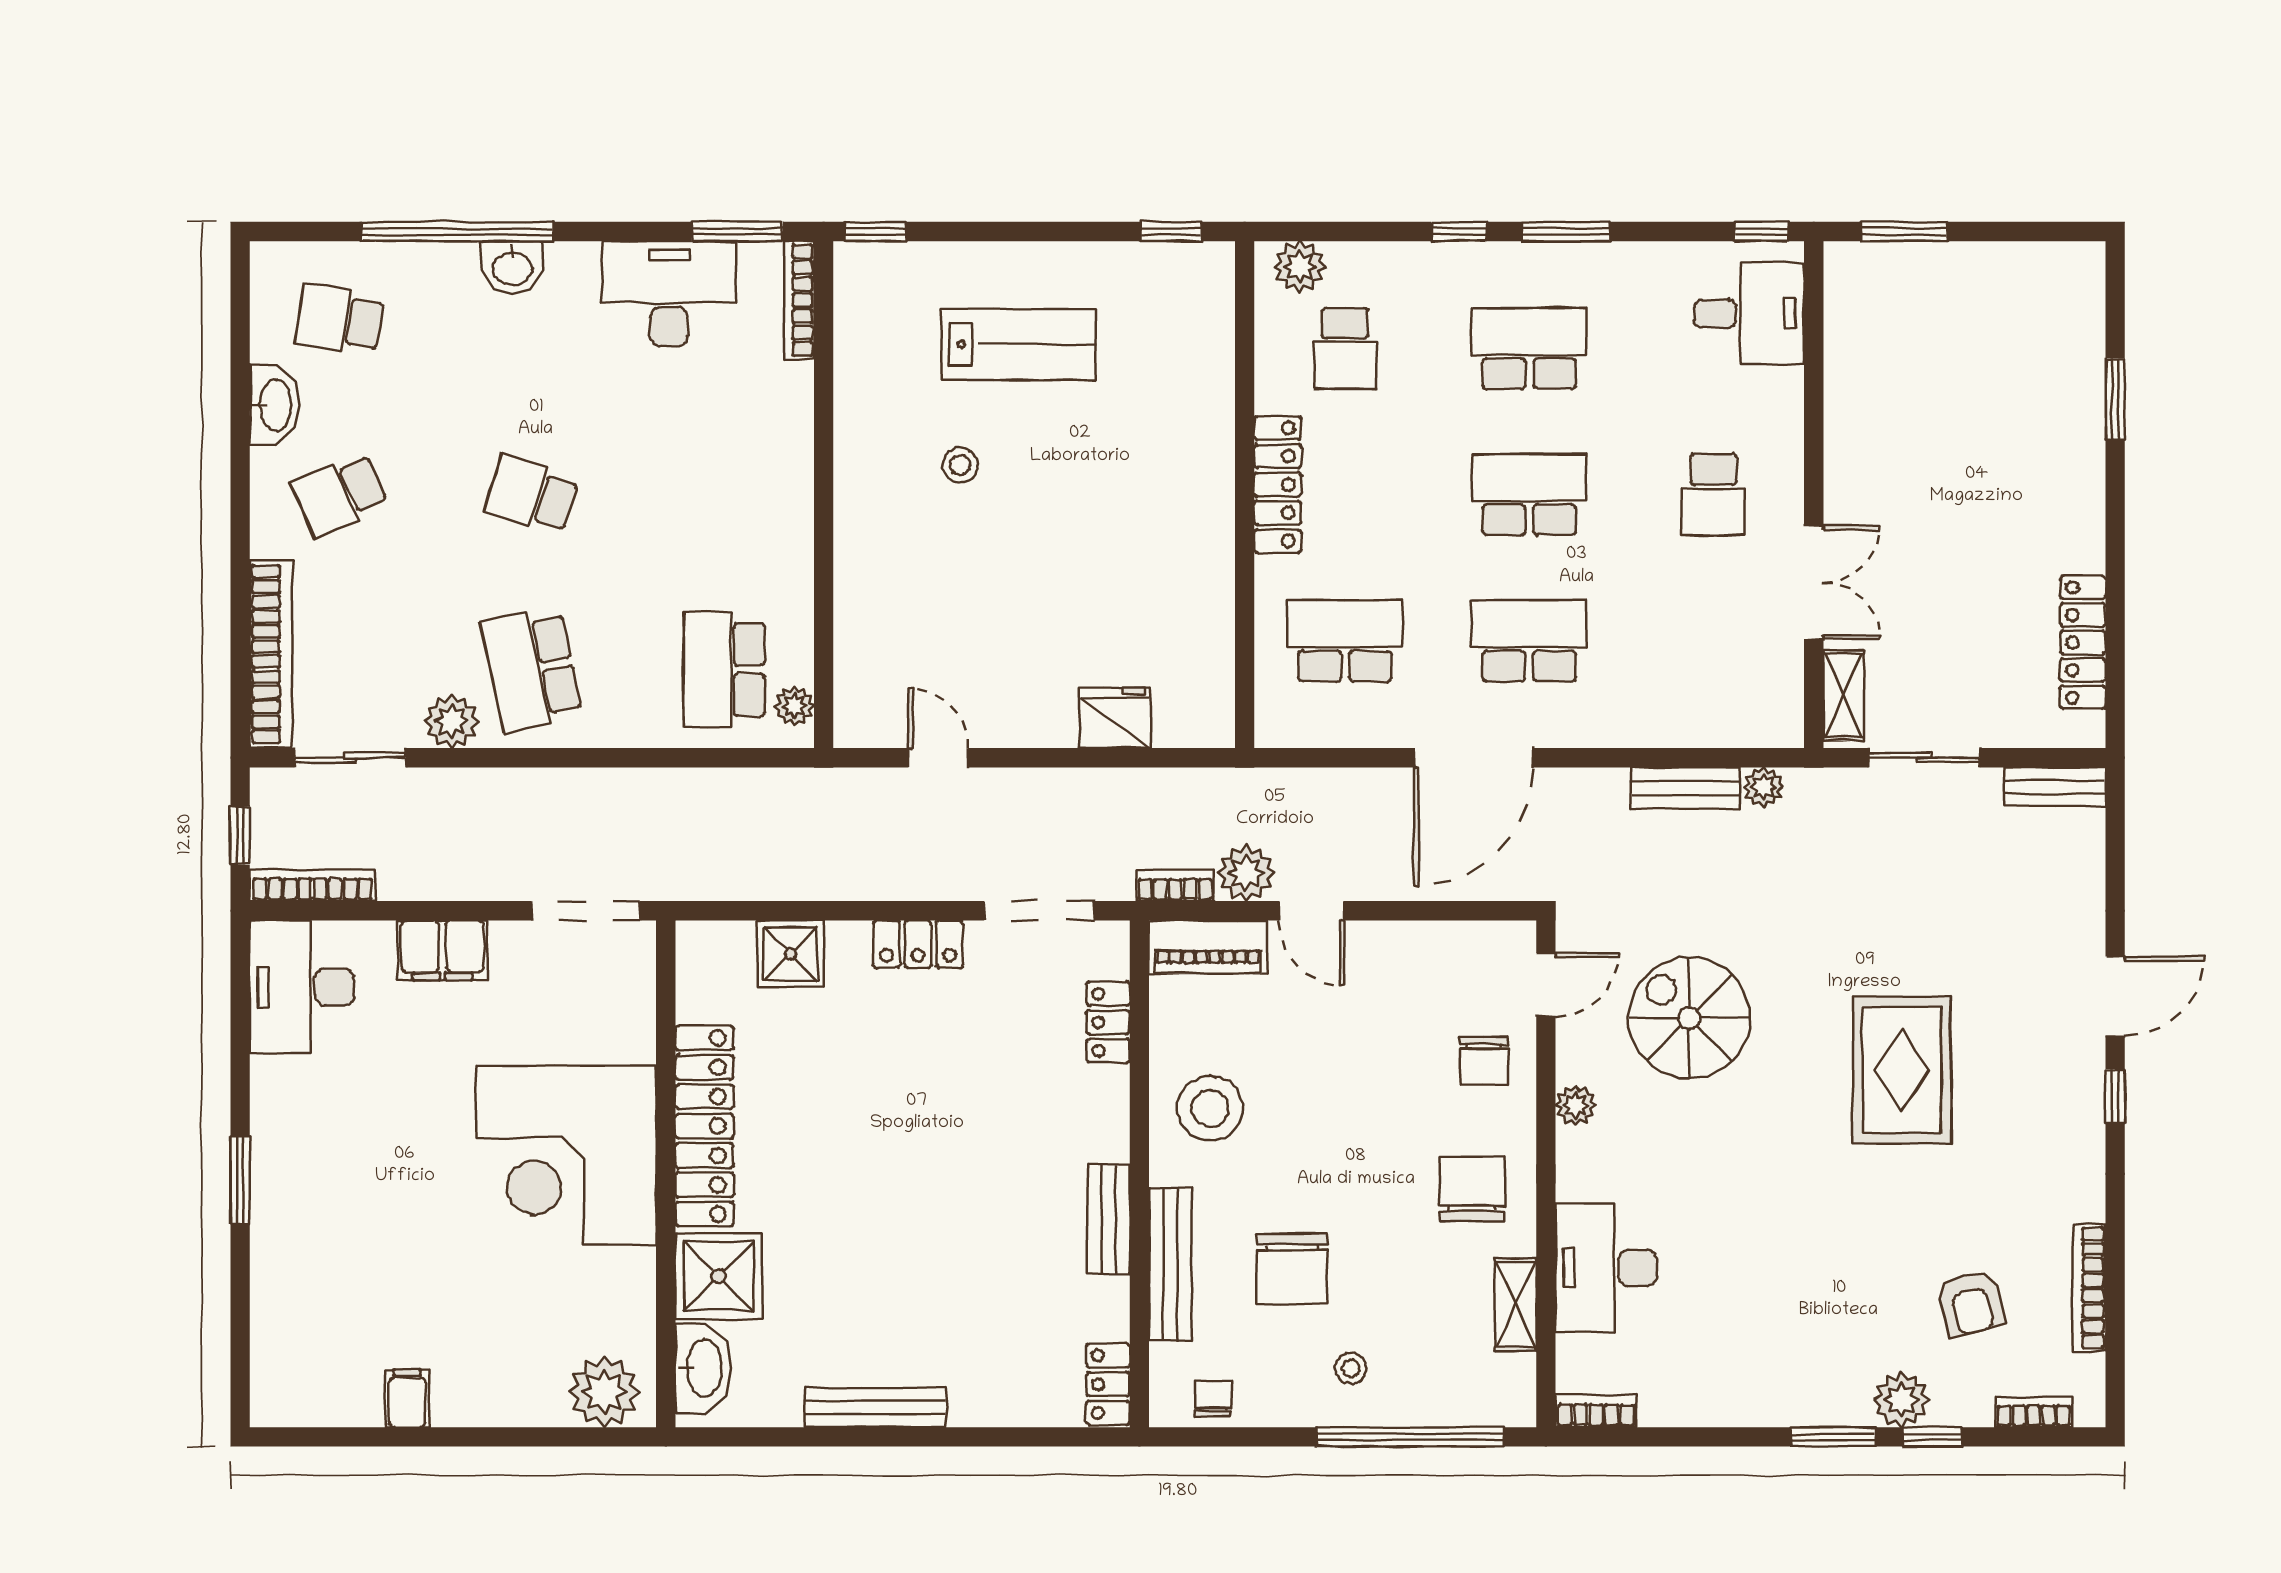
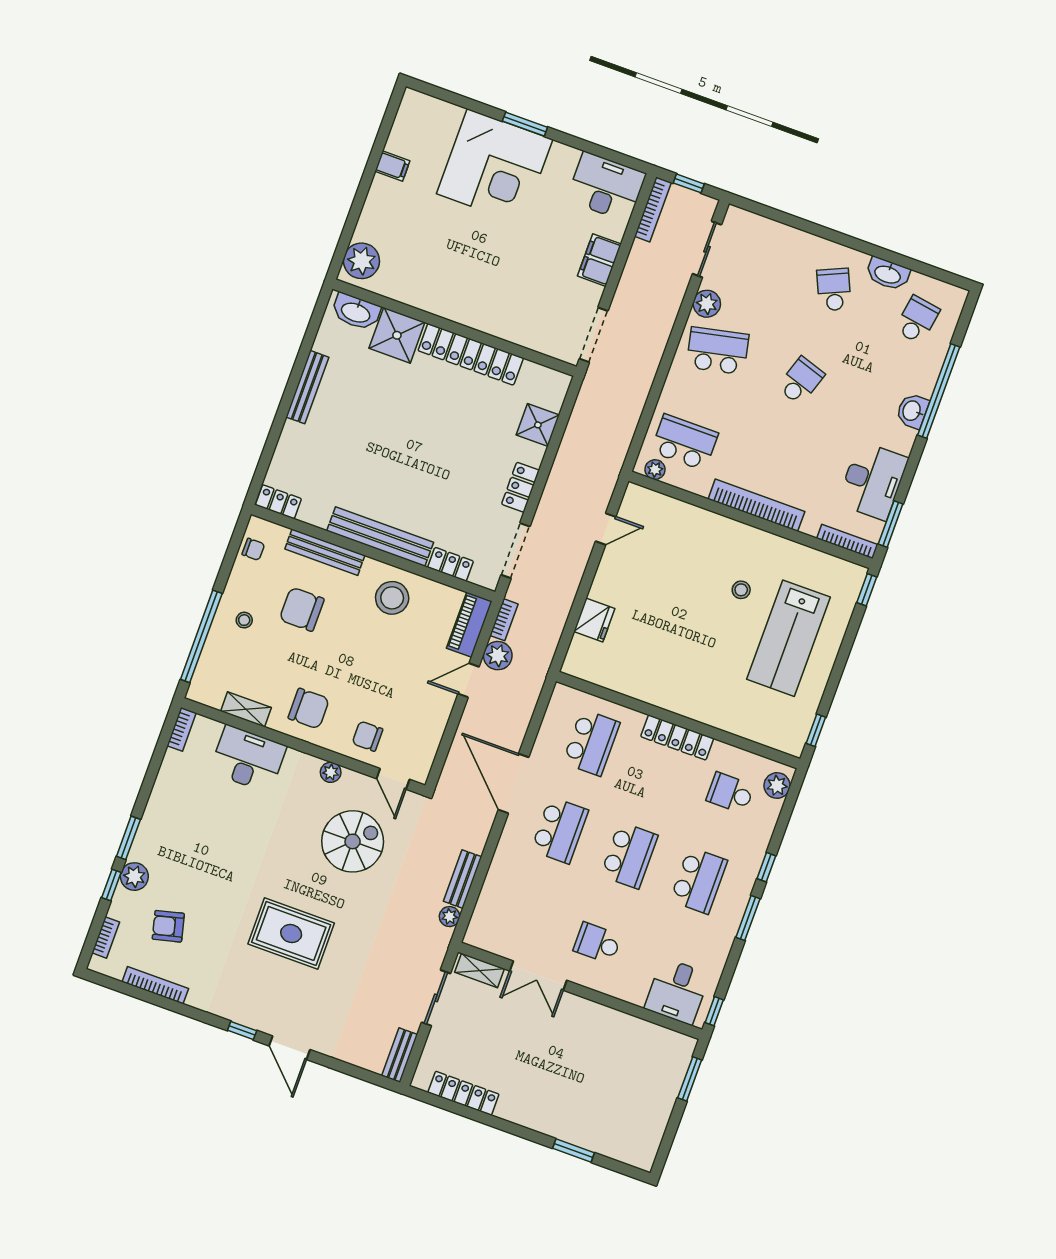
lab bench: (1018, 344) -> (789, 638), width x1.36, depth x1.39
bookcase: (271, 654) -> (756, 505), moved, turned 180
corner desk: (566, 1155) -> (495, 167), moved, turned 180
bench: (1109, 1219) -> (380, 537), width x1.86, depth x1.21

